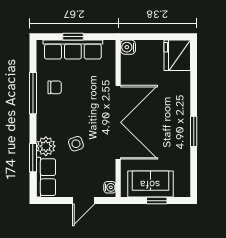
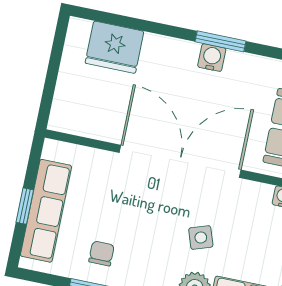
water cooler: (128, 47) -> (212, 58), moved, turned 180
fridge: (177, 55) -> (114, 47), moved

